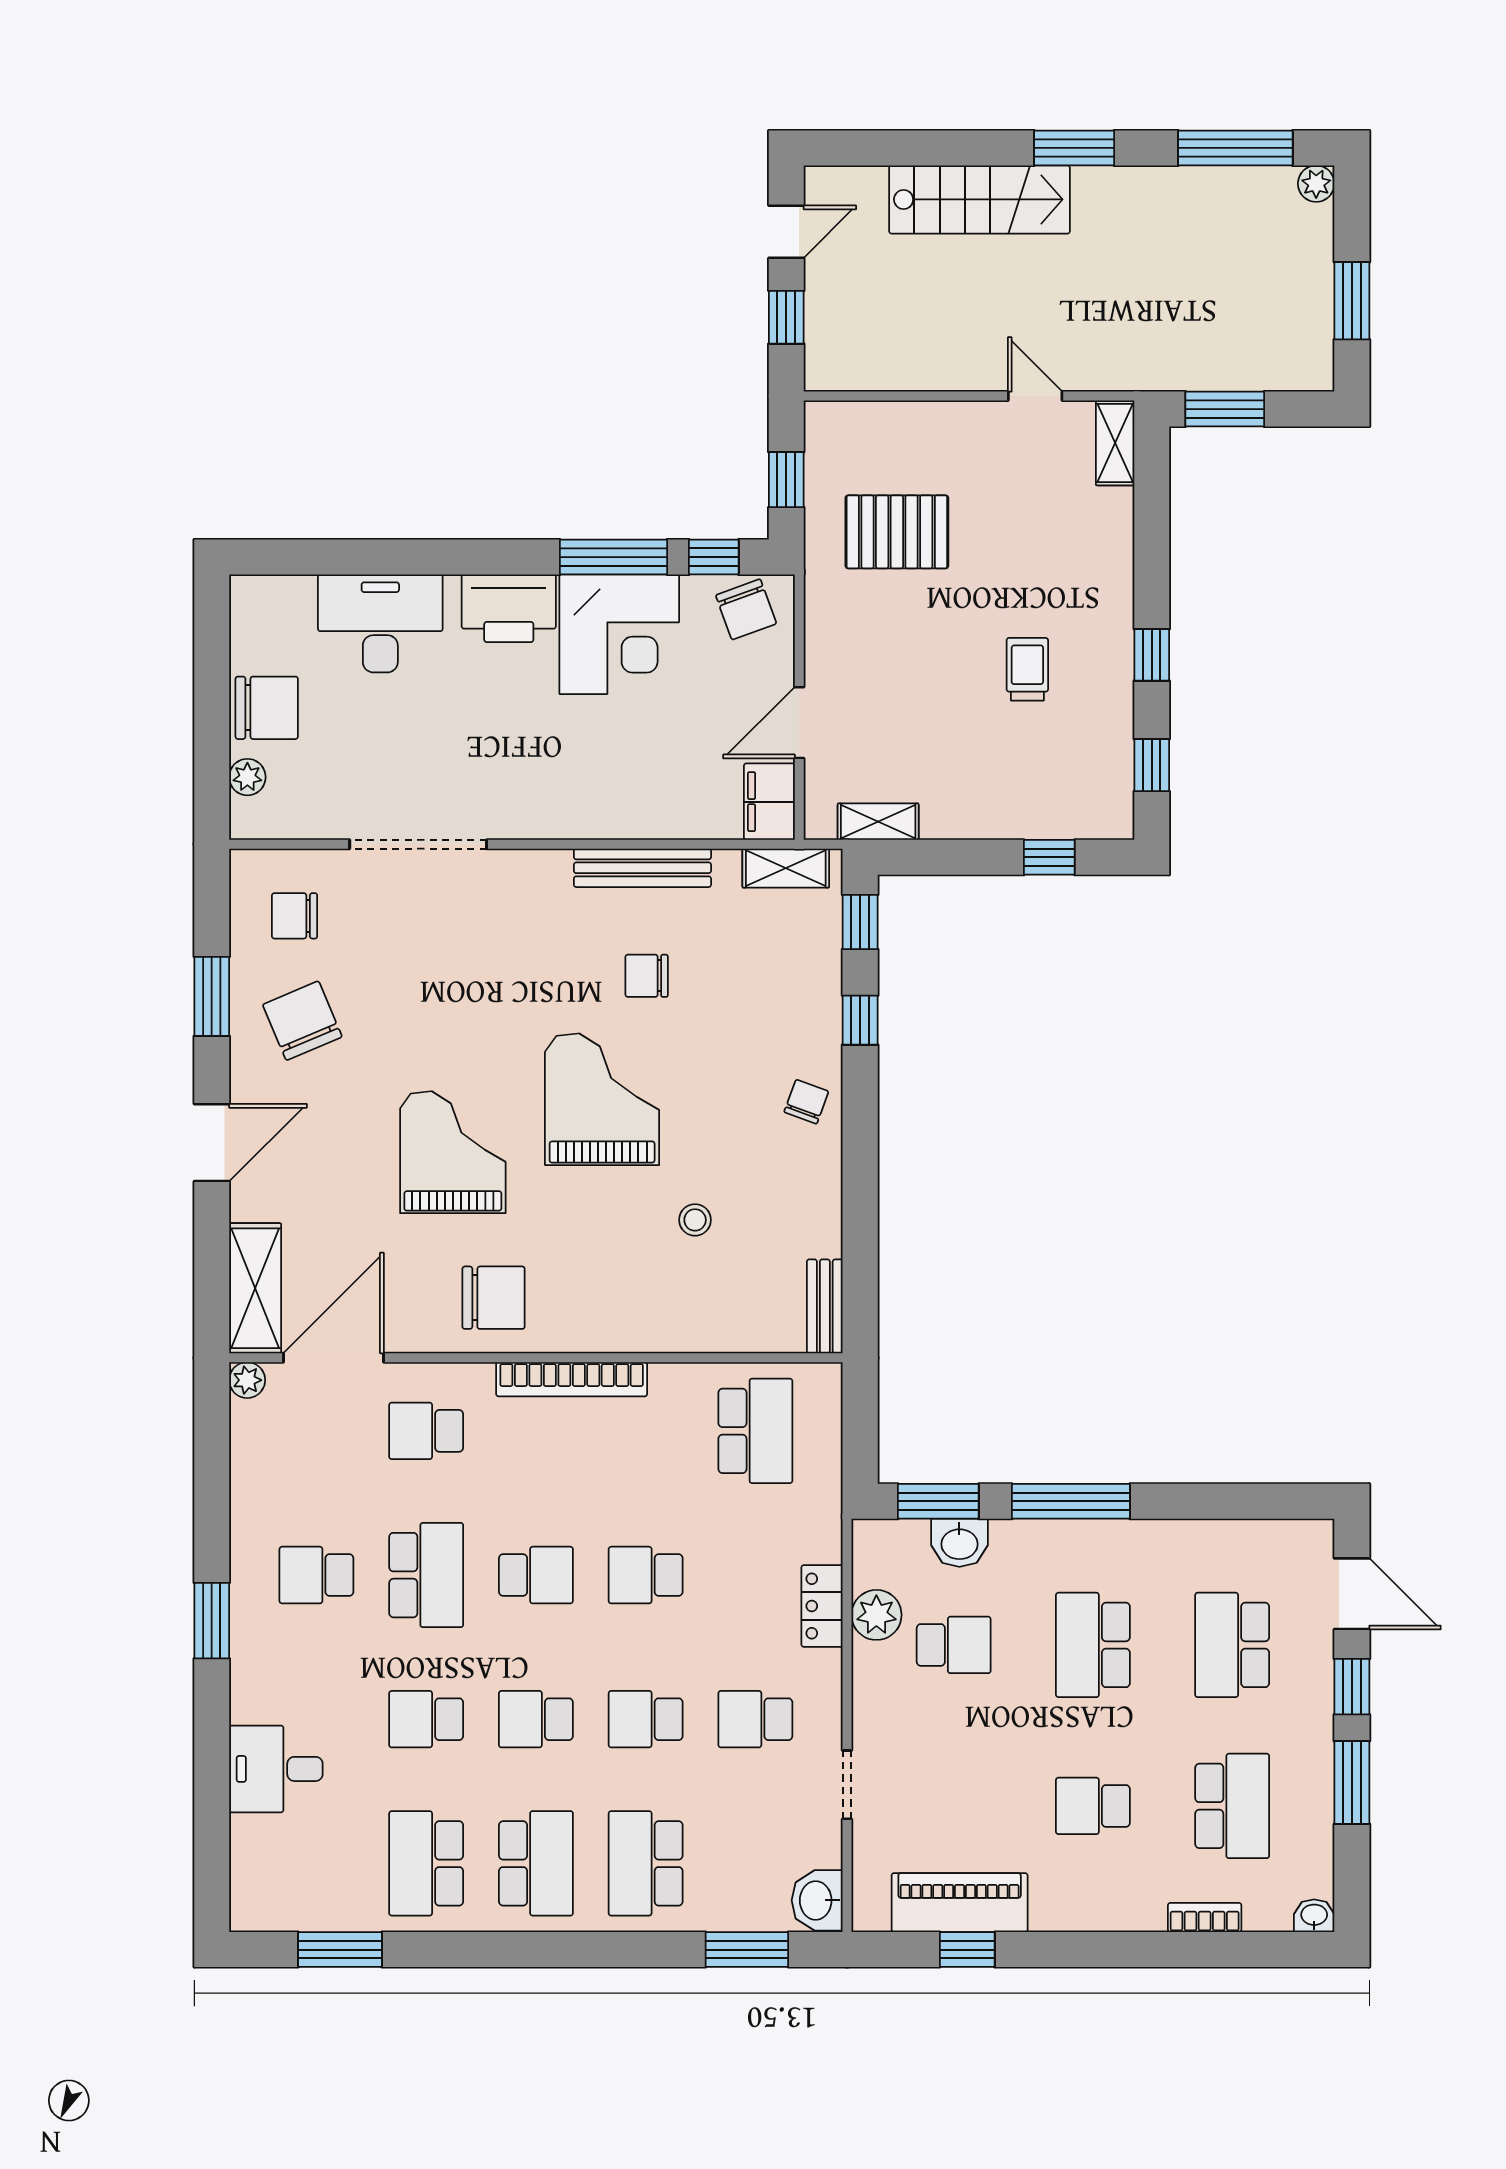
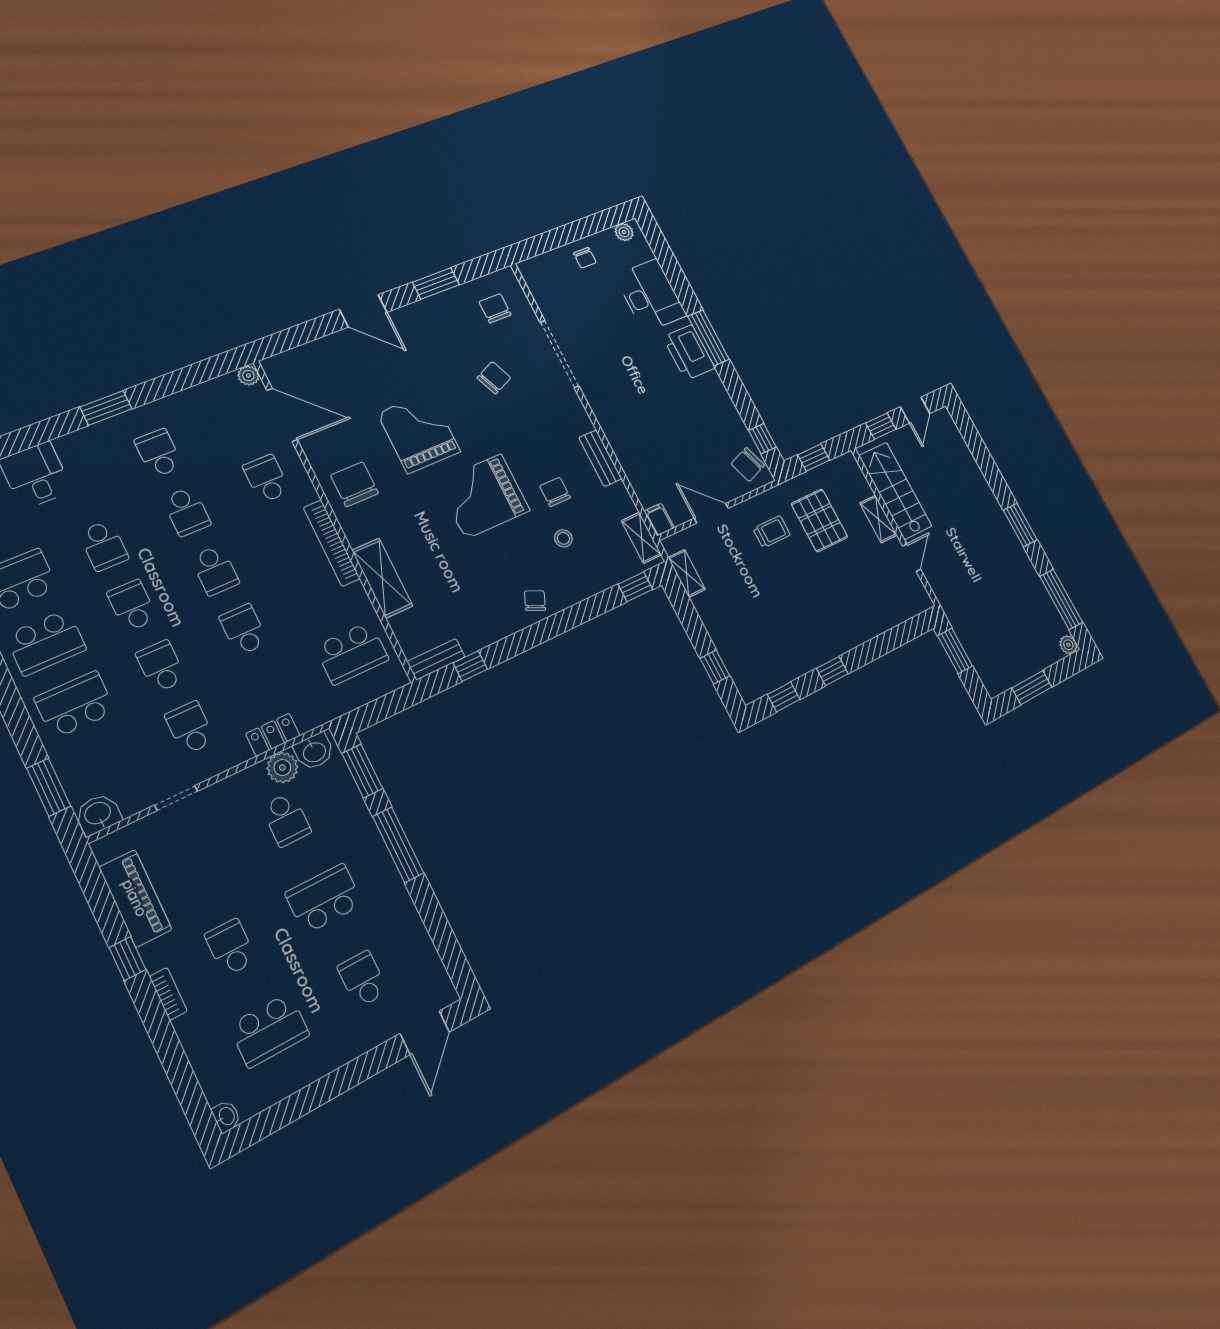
stairs: (979, 199) -> (895, 491), moved, turned 180
door: (786, 232) -> (915, 410), hinge flipped
shelving: (1115, 443) -> (878, 519), moved, turned 90
window: (613, 557) -> (708, 338), moved
corner desk: (619, 634) -> (705, 409), removed
trolley: (1027, 669) -> (772, 532), moved
chair: (267, 708) -> (585, 258), width x0.54, depth x0.54
plant: (247, 777) -> (624, 232), moved
filing cabinet: (769, 802) -> (659, 519), width x0.50
bench: (642, 868) -> (600, 458), width x0.73
window: (860, 1020) -> (470, 666), moved
chair: (302, 1021) -> (494, 378), moved, width x0.73, depth x0.73
grand piano: (602, 1099) -> (483, 496), turned 180
chair: (806, 1102) -> (535, 601), turned -87
grand piano: (453, 1152) -> (419, 432), turned -90
stool: (695, 1220) -> (563, 538), moved
shelving: (255, 1288) -> (382, 578), moved, turned 90
chair: (494, 1298) -> (355, 484), turned 180
washbasin: (959, 1543) -> (314, 752), moved, turned -90
school desk: (426, 1575) -> (187, 511), width x0.54
school desk: (1232, 1645) -> (363, 979), width x0.54
window: (1352, 1687) -> (372, 1063), removed
school desk: (426, 1719) -> (104, 545), turned 180
window: (1352, 1783) -> (317, 1094), removed
bookcase: (1205, 1917) -> (168, 994), moved
window: (967, 1950) -> (127, 958), moved

